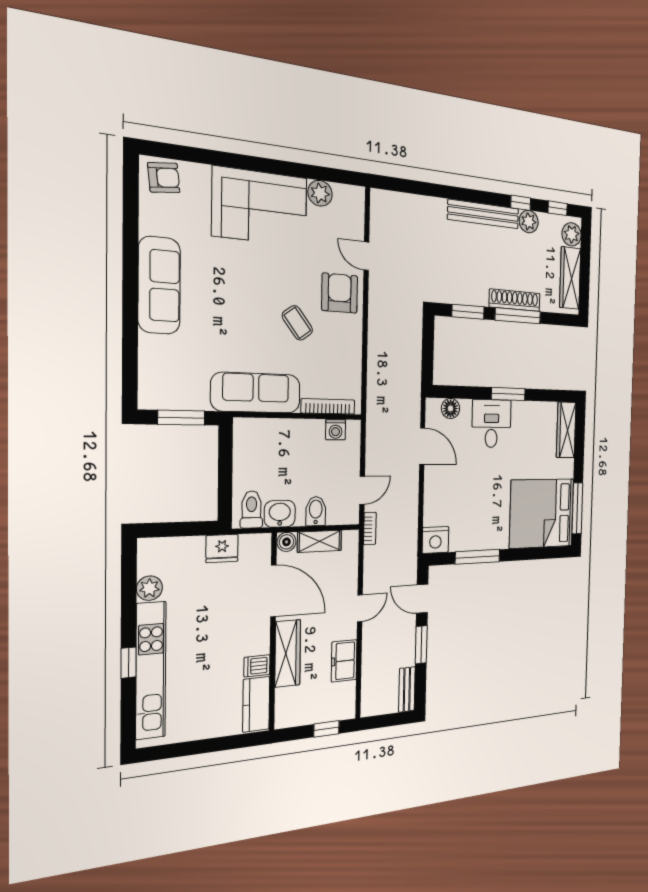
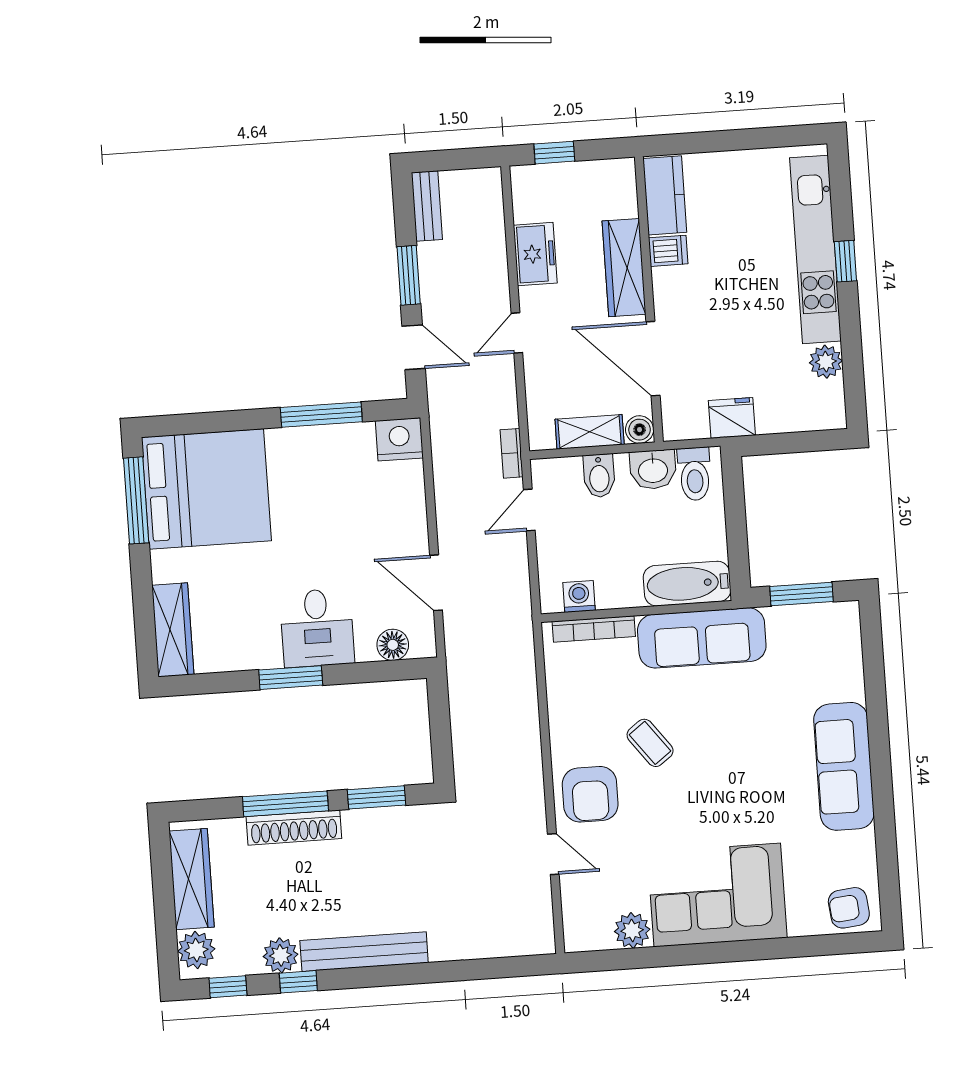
bathtub: (263, 432) -> (687, 584), added

